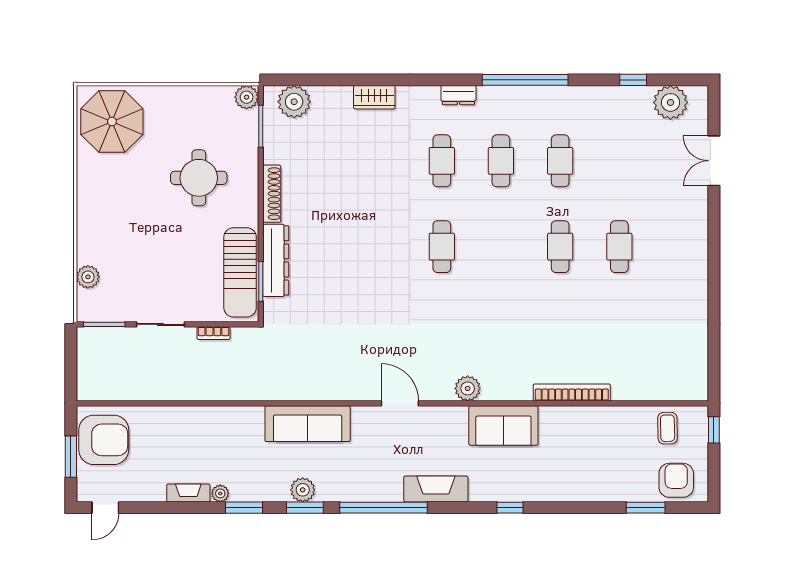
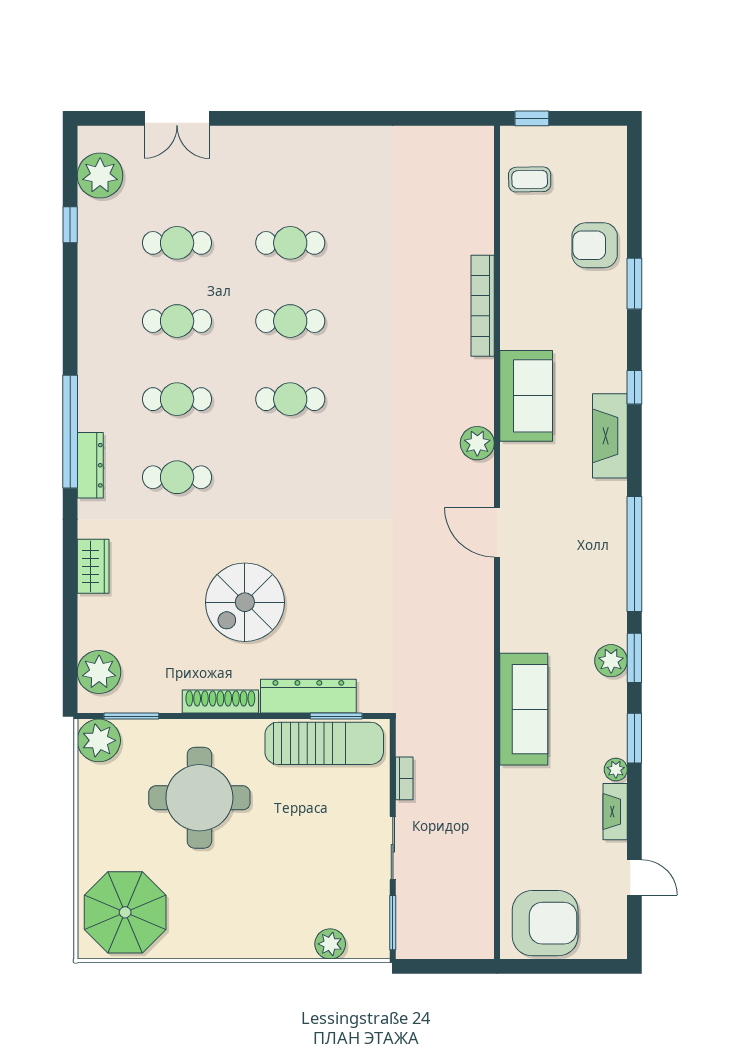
window: (525, 80) -> (70, 432), moved
dresser: (458, 95) -> (90, 465), width x1.44
plant: (247, 97) -> (99, 740), width x1.36, depth x1.36
cafe table: (619, 161) -> (177, 243), added
round table: (199, 178) -> (199, 798), width x1.36, depth x1.36
spiral stairs: (347, 212) -> (245, 602), added
cafe table: (442, 247) -> (290, 399), moved
door: (400, 403) -> (497, 532), hinge flipped
sofa: (308, 424) -> (524, 709), moved
armchair: (104, 440) -> (545, 923), turned 90
window: (71, 457) -> (567, 966), removed
armchair: (676, 480) -> (595, 245), moved
fireplace: (436, 489) -> (610, 436), moved
door: (105, 508) -> (634, 877), moved
window: (646, 508) -> (634, 284), moved

